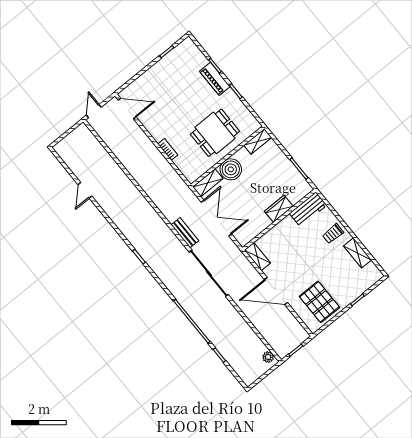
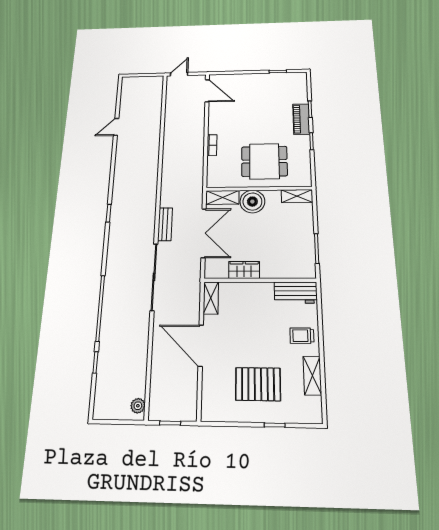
wardrobe: (279, 209) -> (244, 270), moved
pallet: (319, 302) -> (258, 384), moved, turned 90

